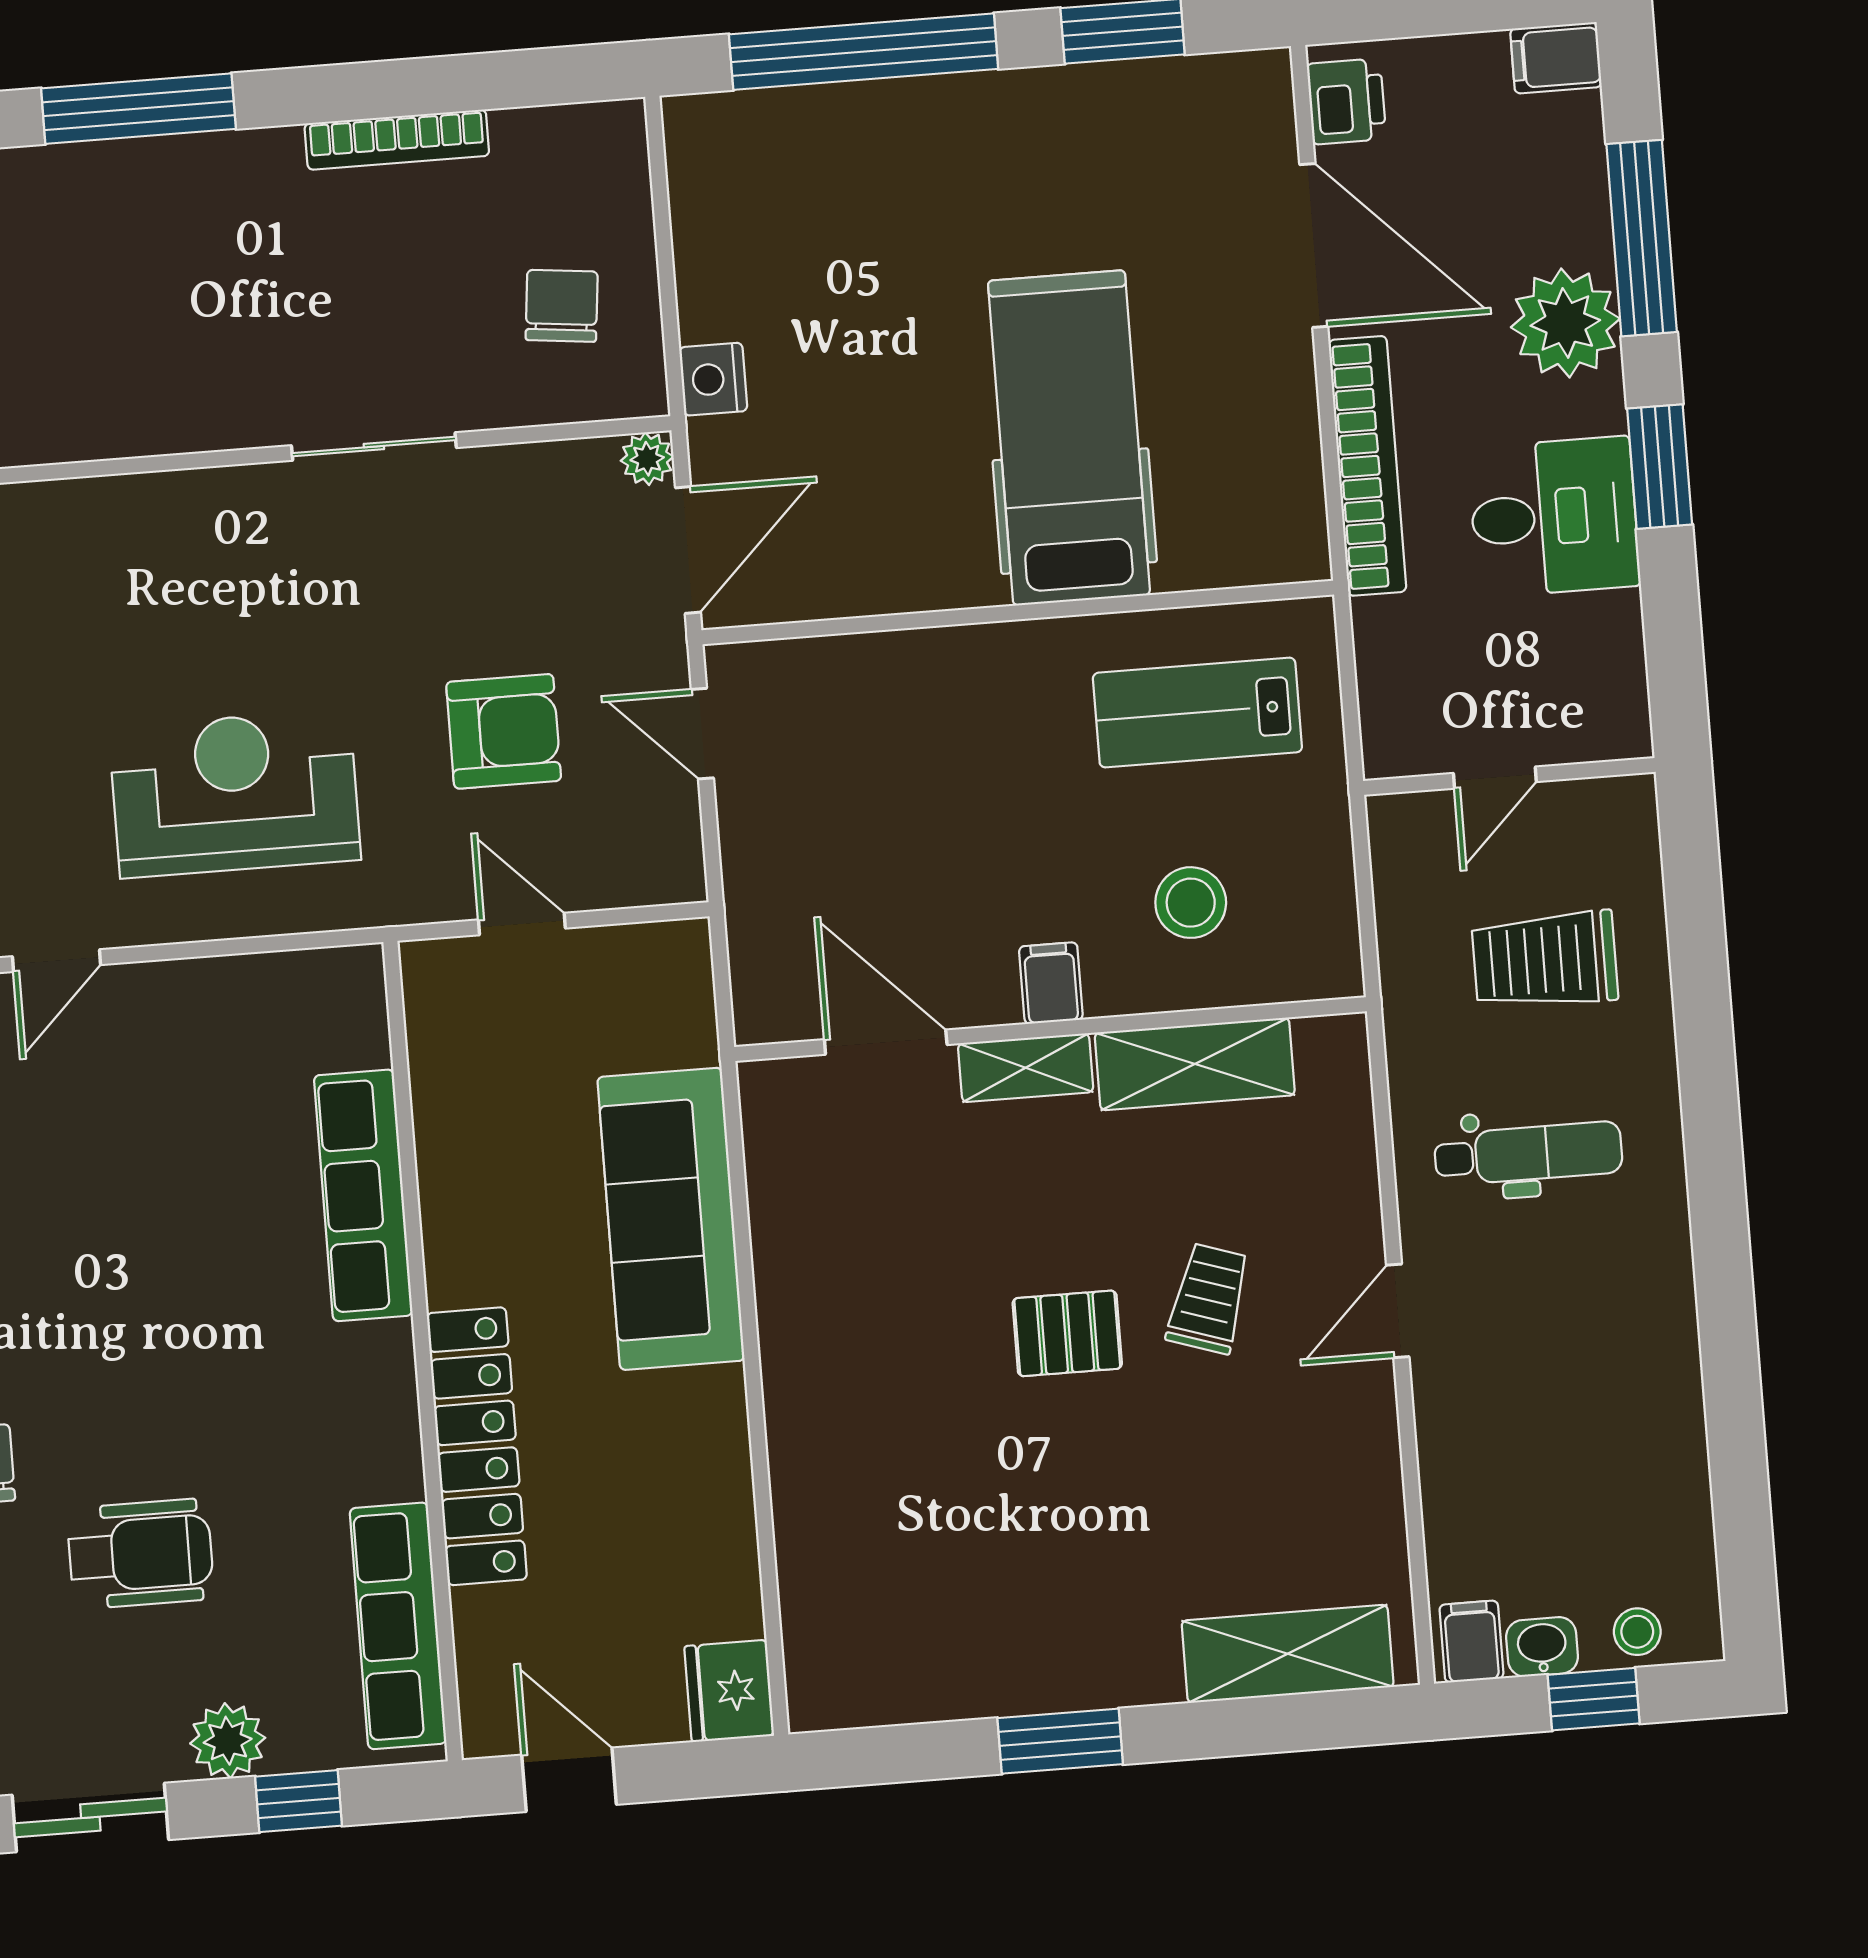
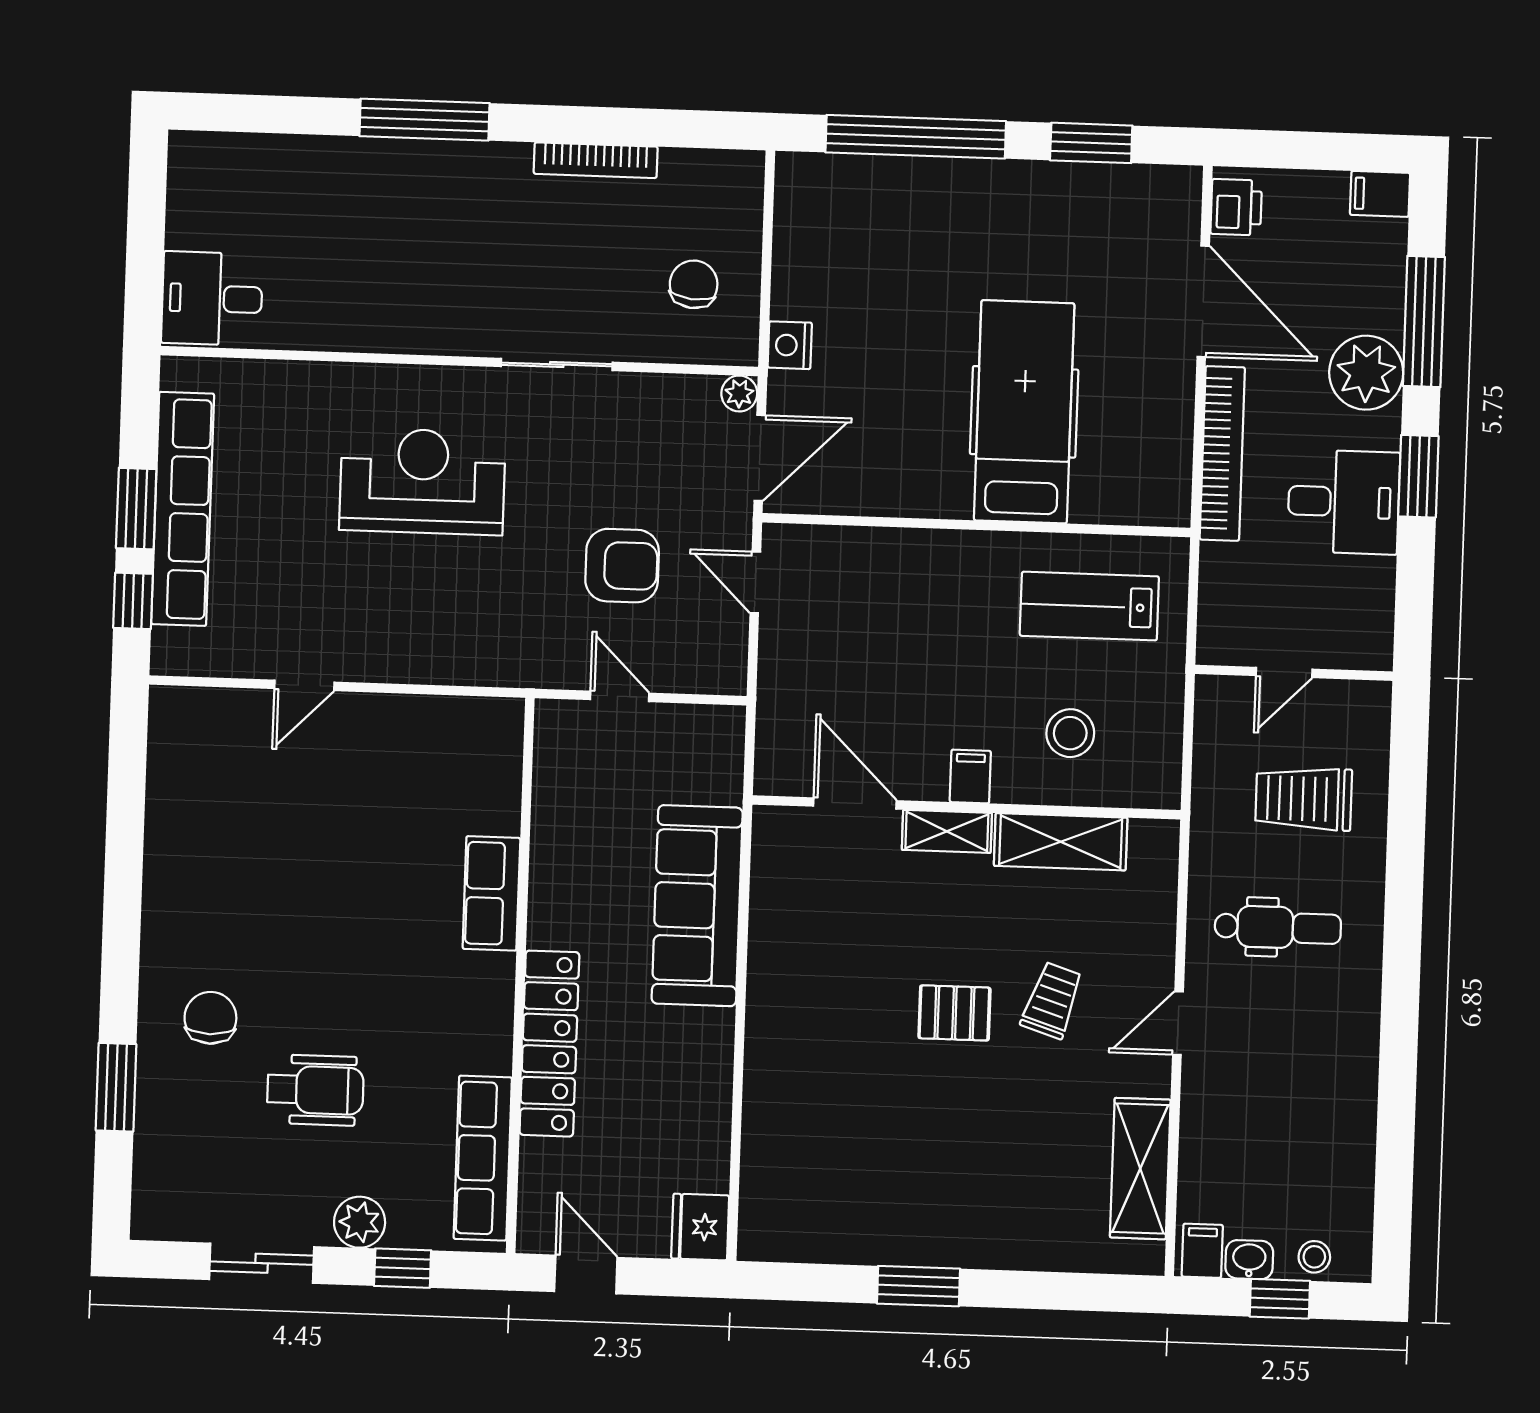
reception desk: (235, 794) -> (422, 481), moved
row of seats: (363, 1195) -> (491, 893), width x0.68
shelving: (1288, 1654) -> (1140, 1169), moved, turned 90

